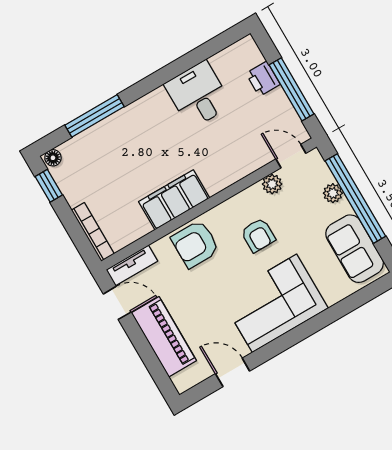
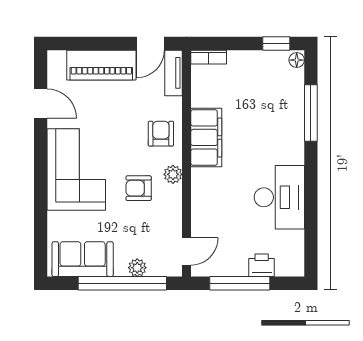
desk: (198, 95) -> (279, 197), width x1.37
plant: (272, 184) -> (173, 174), moved
bookcase: (93, 232) -> (209, 57), width x0.64
armchair: (195, 244) -> (161, 134), width x0.72, depth x0.72
door: (233, 372) -> (41, 103), hinge flipped

